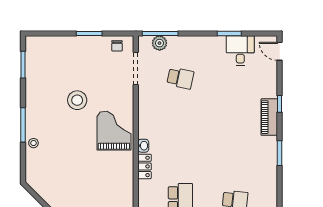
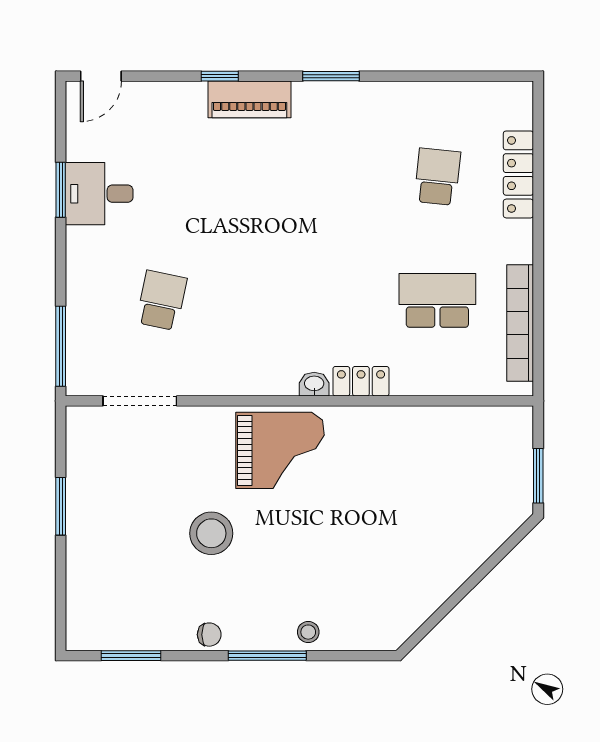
plant: (160, 43) -> (82, 347), removed
chair: (117, 46) -> (209, 635), moved
desk: (240, 51) -> (99, 194), moved
grand piano: (114, 131) -> (280, 450), turned 180

